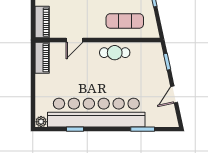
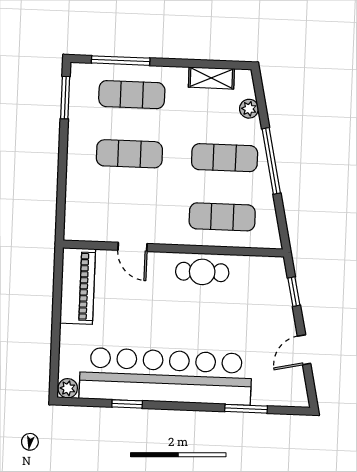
piano: (42, 22) -> (77, 213), removed
door: (75, 40) -> (133, 247), hinge flipped
piano: (42, 58) -> (78, 286), width x1.37, depth x1.33

